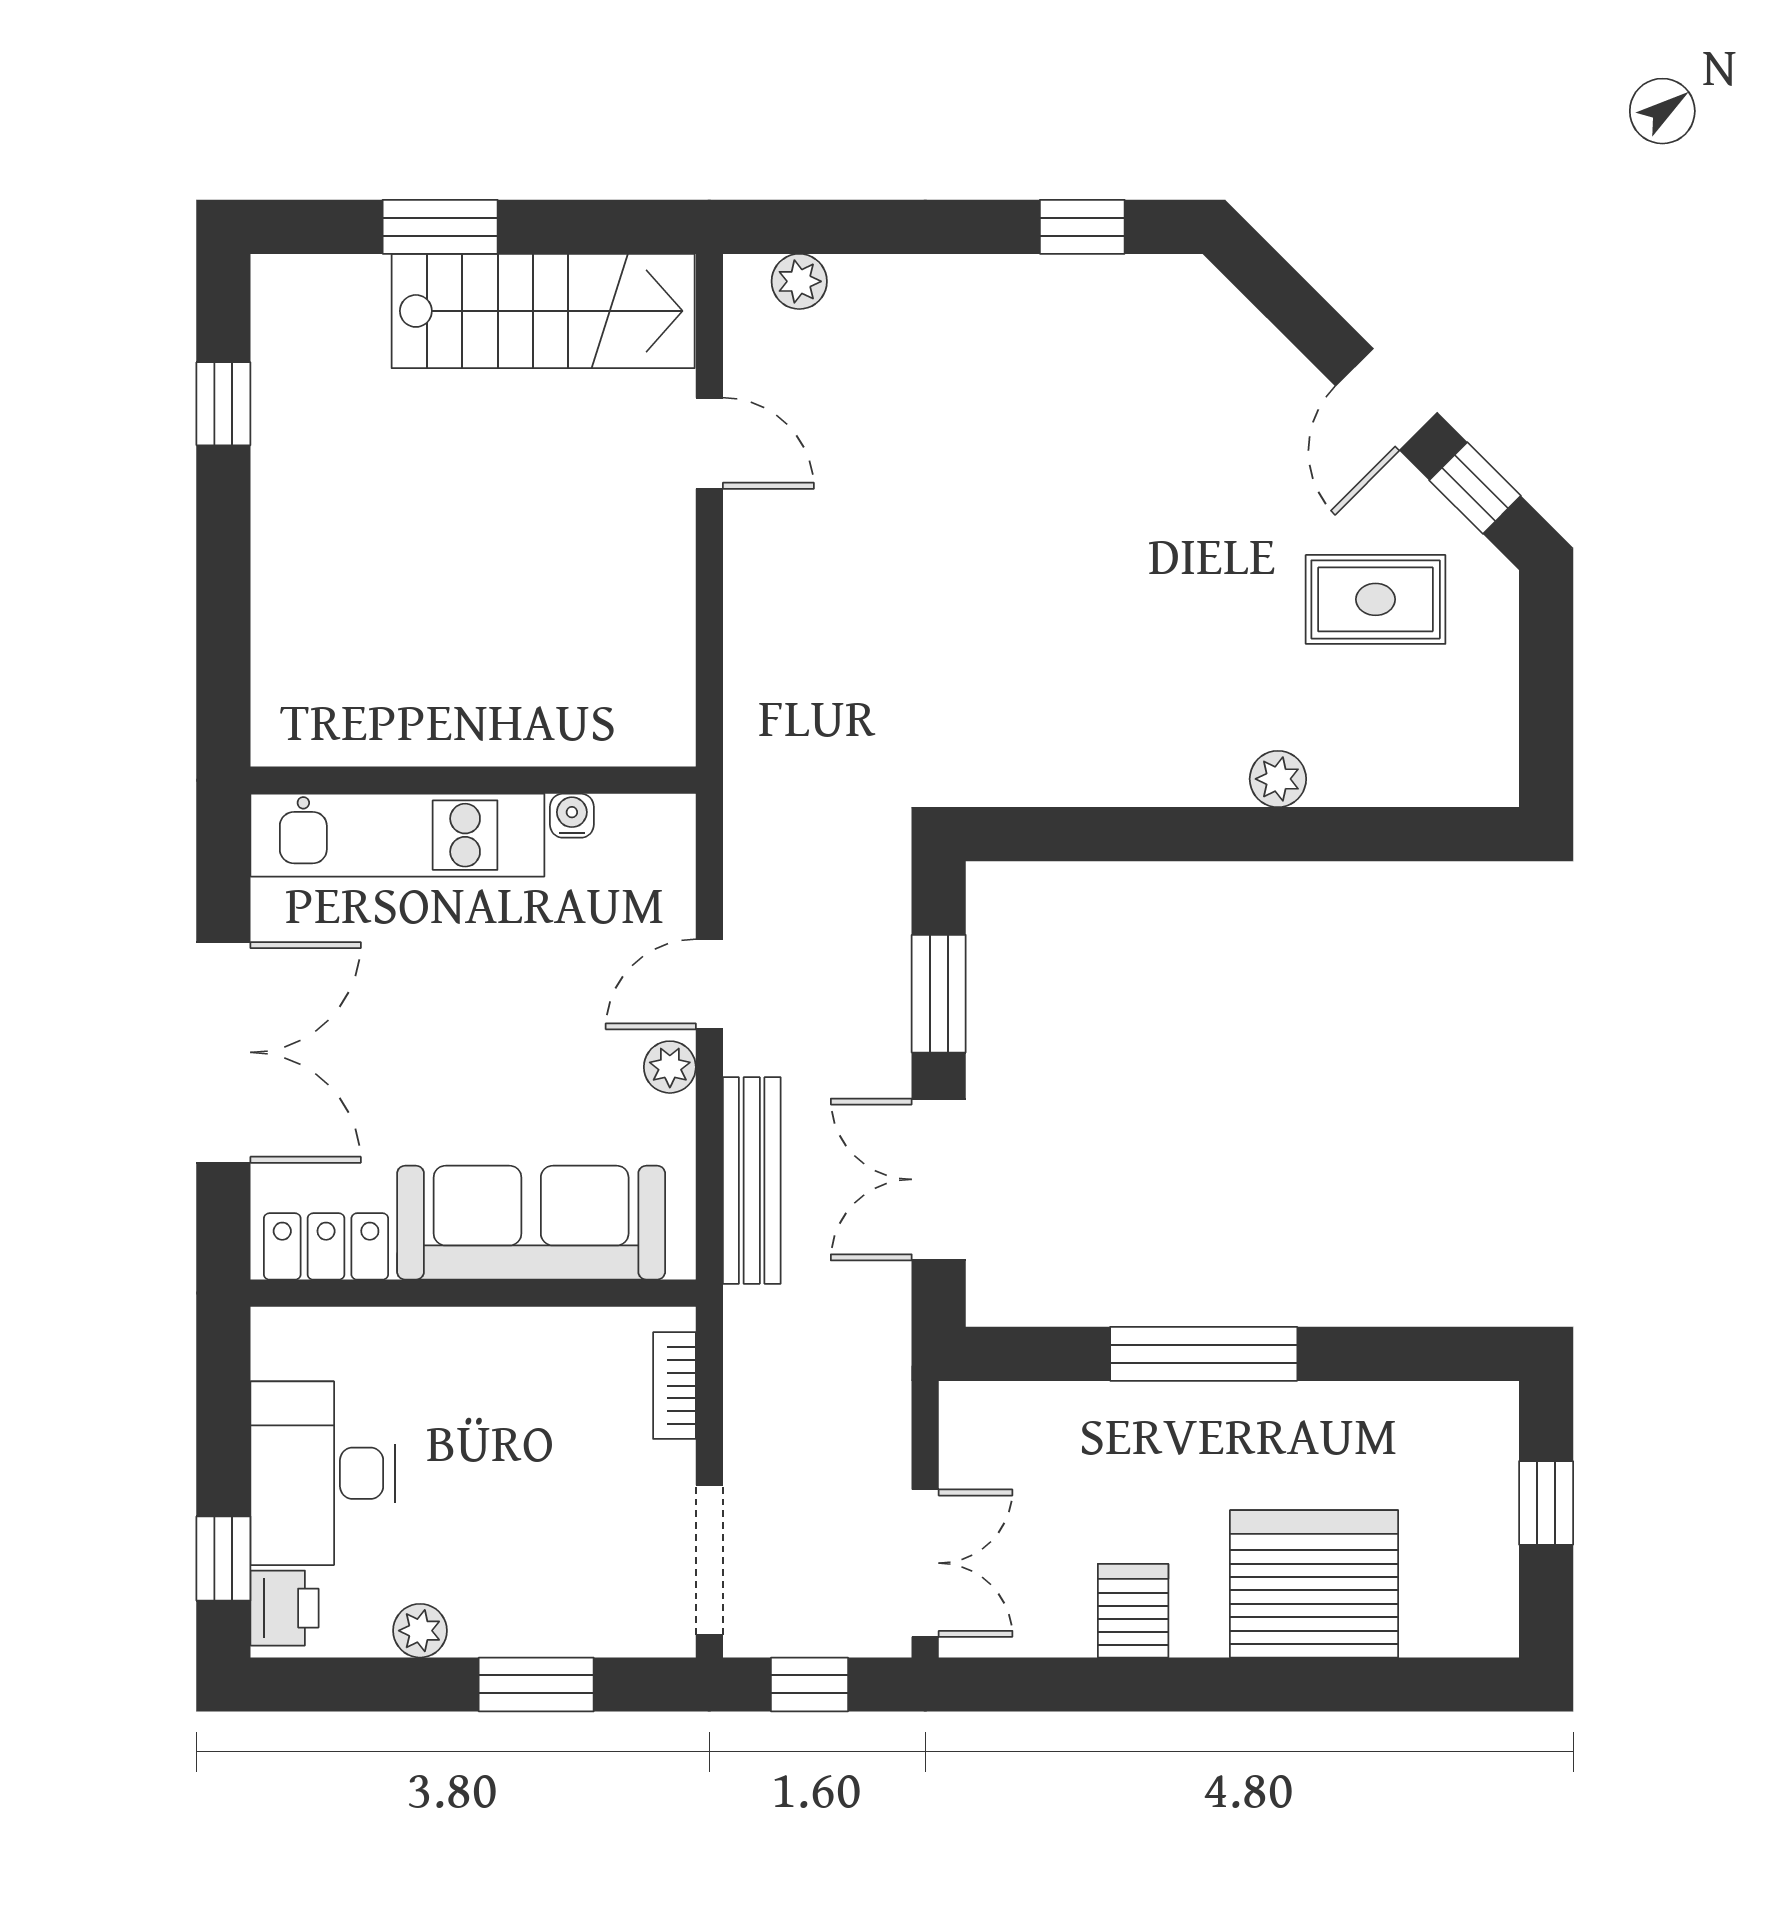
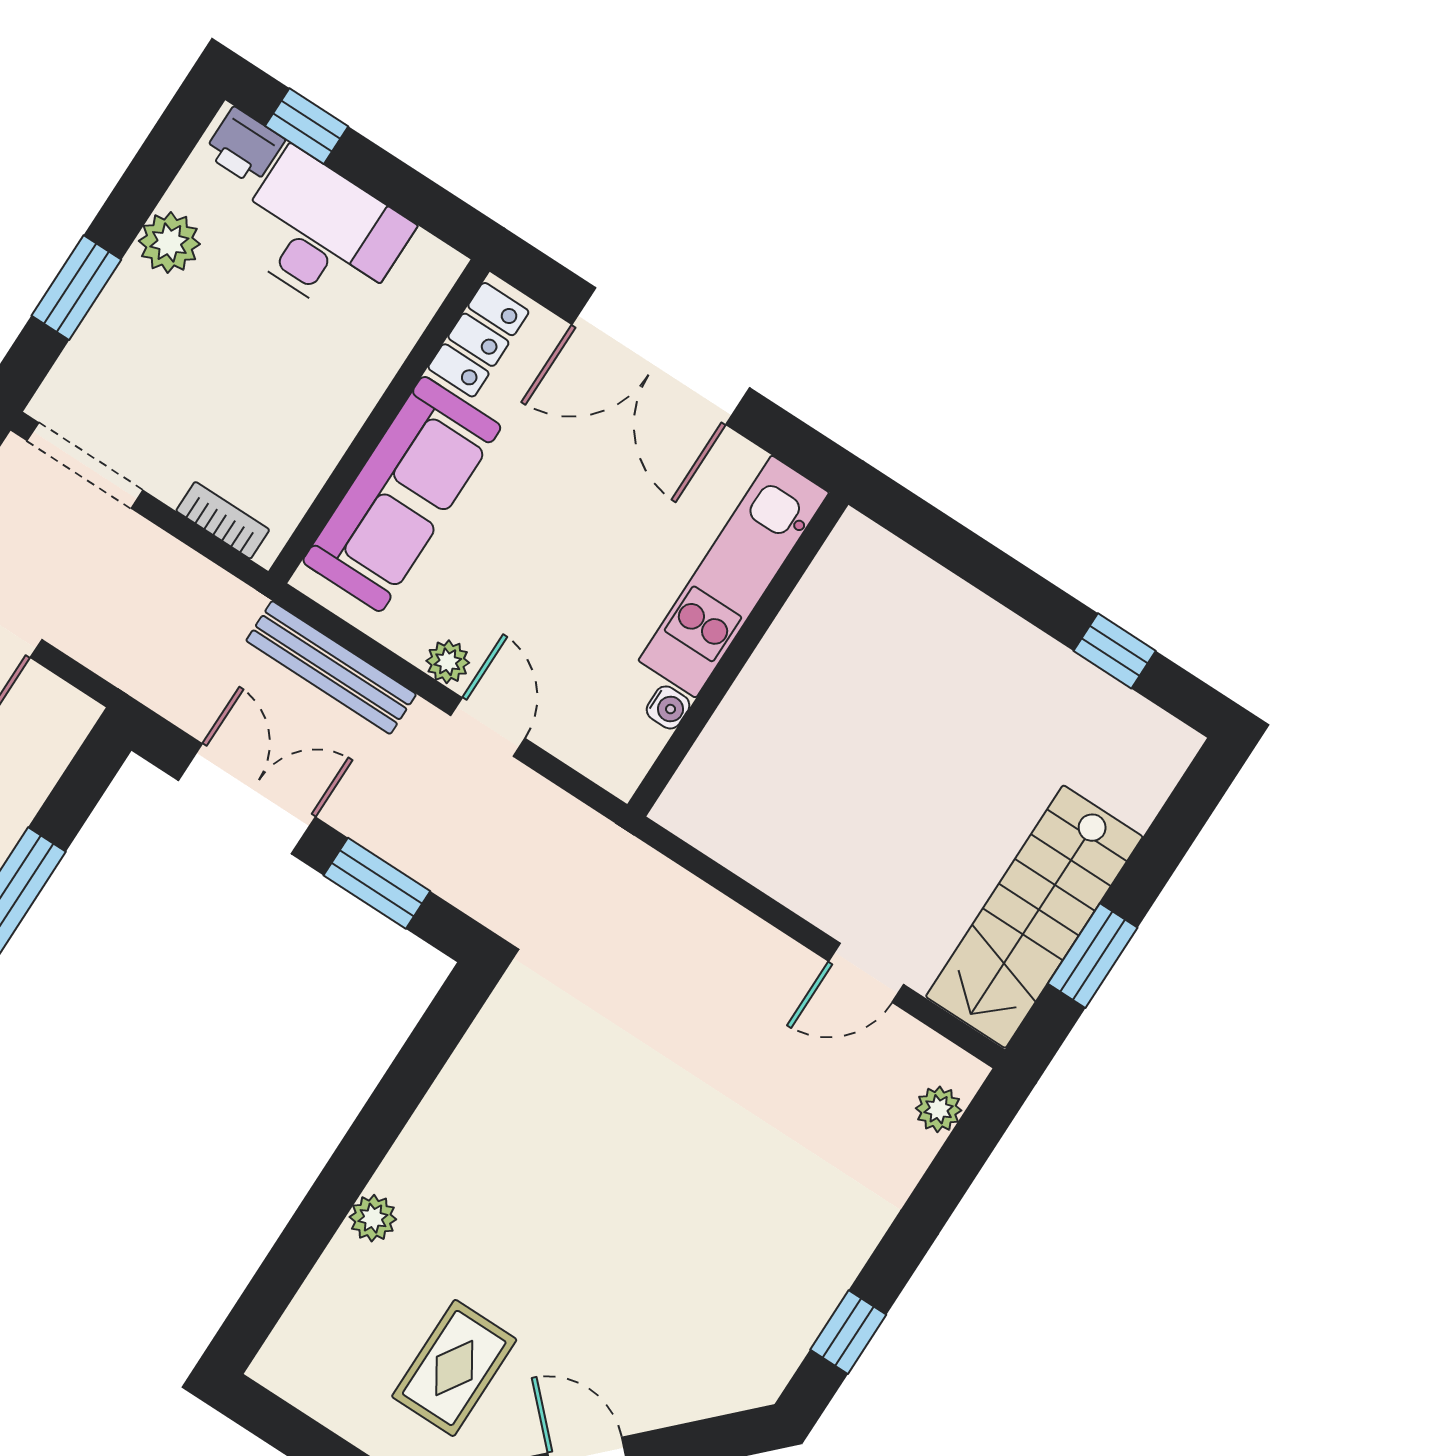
window: (440, 227) -> (1093, 956), moved
plant: (420, 1631) -> (169, 242), width x1.38, depth x1.38

